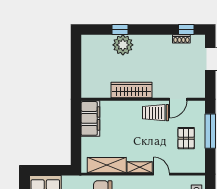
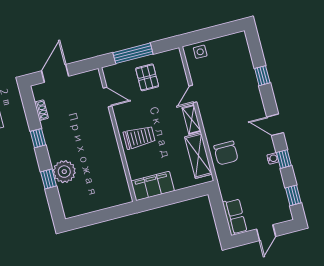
window: (186, 30) -> (38, 138), moved
wardrobe: (132, 90) -> (111, 150), removed
trolley: (156, 113) -> (139, 137), moved, turned -90
pallet: (186, 138) -> (147, 77), turned 90

